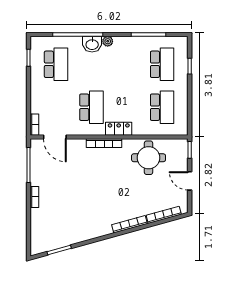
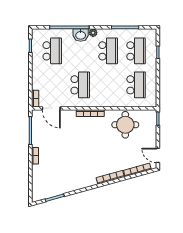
school desk: (127, 64) -> (108, 51), added
locker: (119, 129) -> (102, 102), removed
door: (190, 181) -> (158, 155), moved

